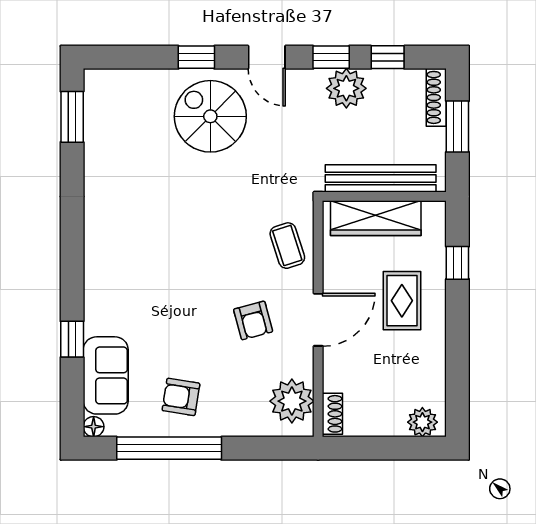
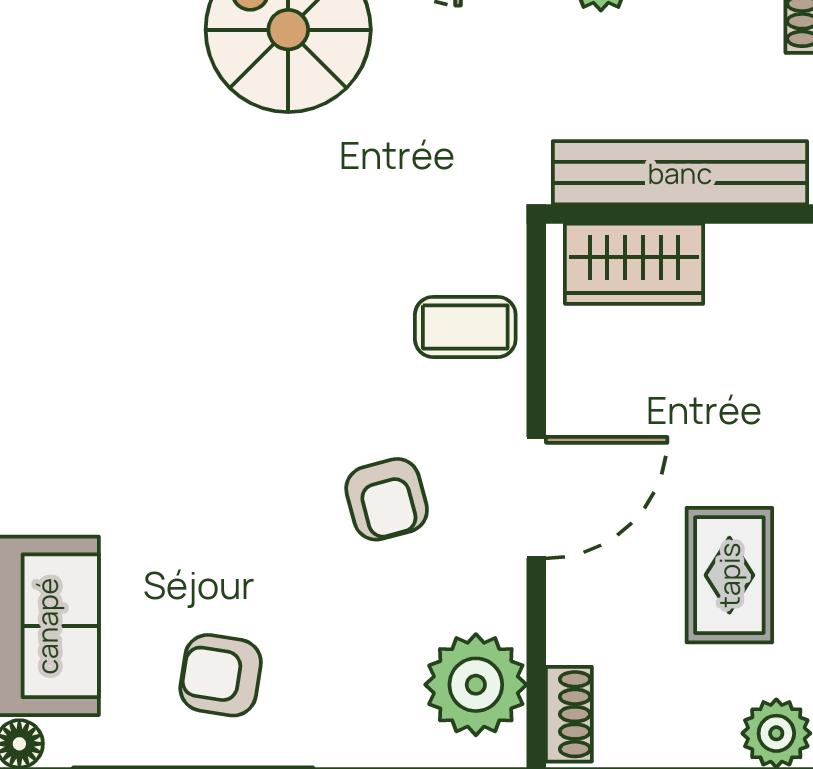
wardrobe: (376, 218) -> (634, 264), width x0.67
coffee table: (287, 246) -> (465, 327), turned -72
rug: (402, 301) -> (729, 575), moved

